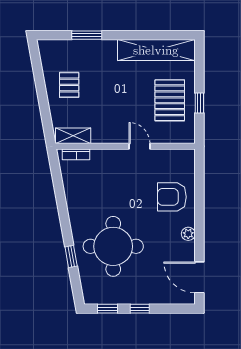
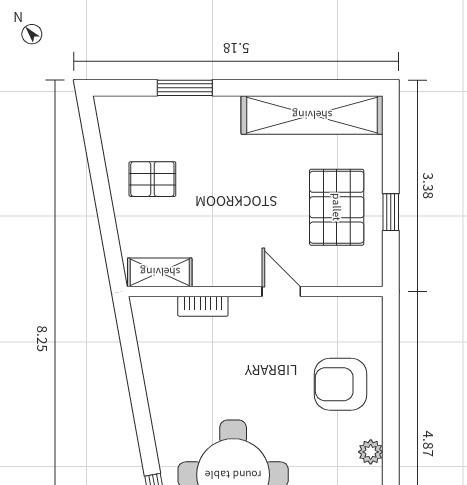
pallet: (69, 85) -> (152, 179), turned 90
bookcase: (76, 154) -> (203, 306), moved

